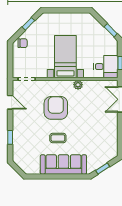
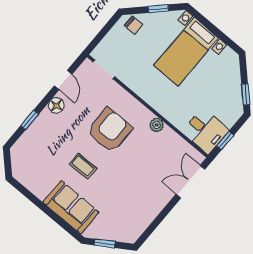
bed with nightstands: (65, 57) -> (186, 52), moved, turned 180
floor lamp: (18, 118) -> (56, 105), added
sofa: (63, 164) -> (71, 207), width x0.73

